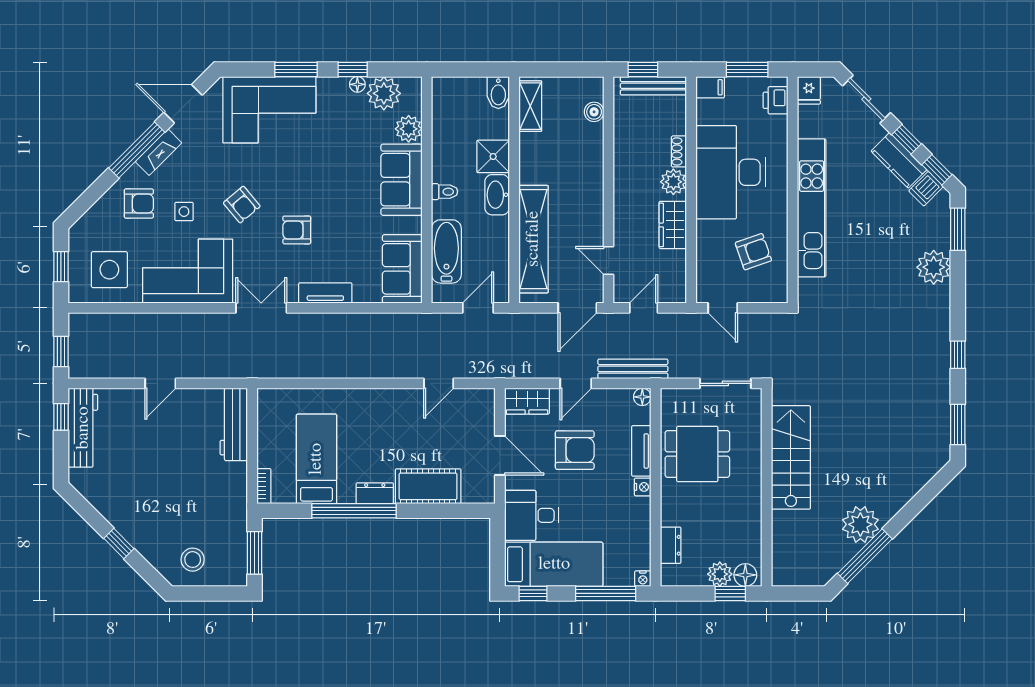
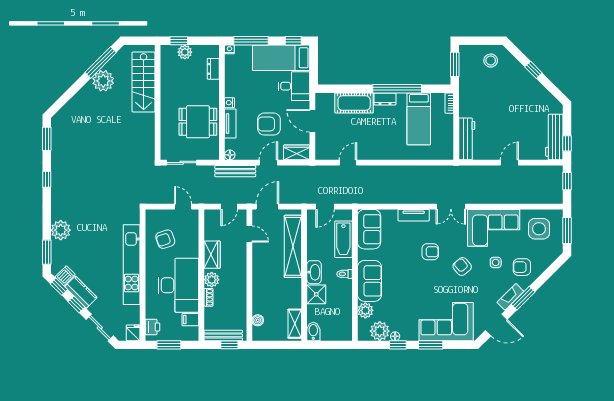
filing cabinet: (710, 87) -> (190, 320), moved
window: (137, 150) -> (523, 298), width x0.69
window: (61, 267) -> (567, 230), width x1.50
stairs: (791, 457) -> (144, 82), moved
floor lamp: (745, 575) -> (170, 52), removed

